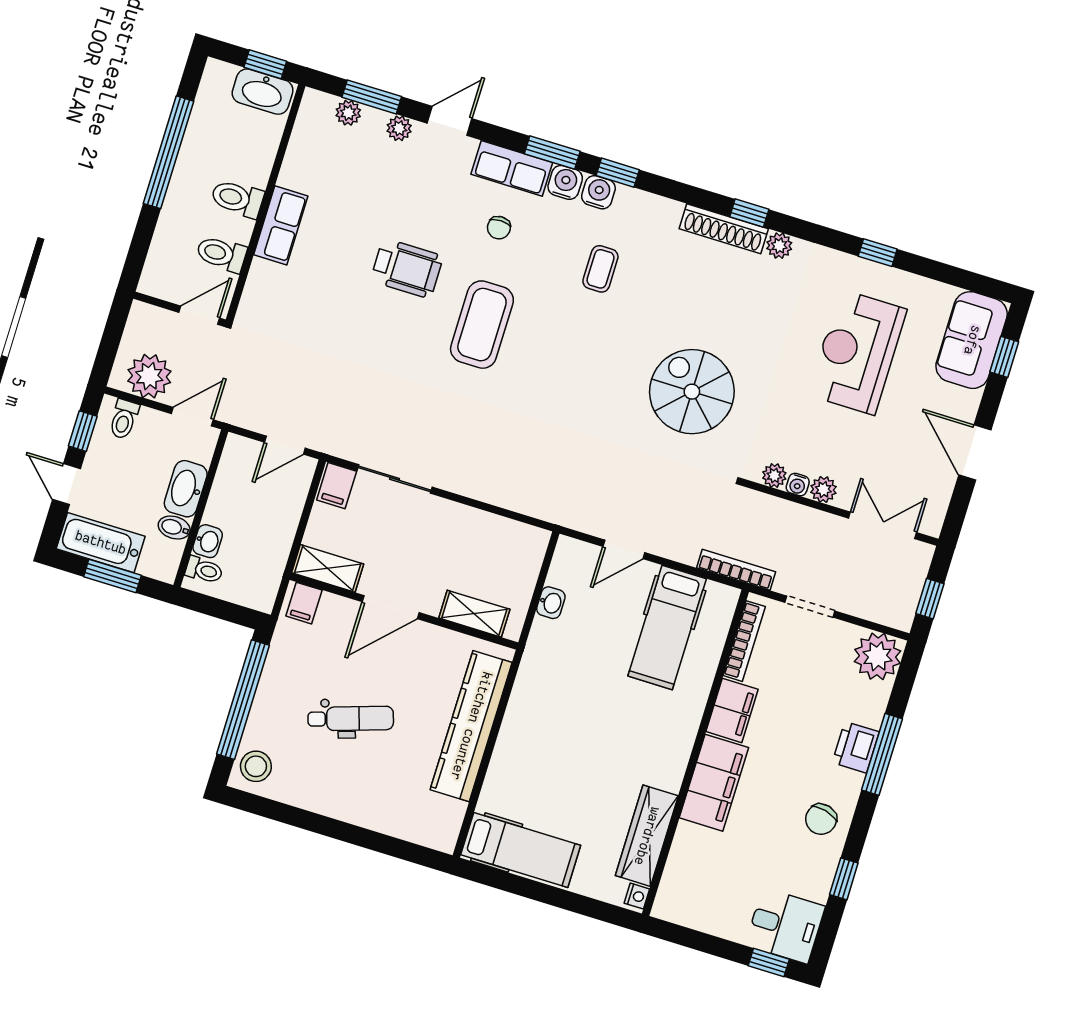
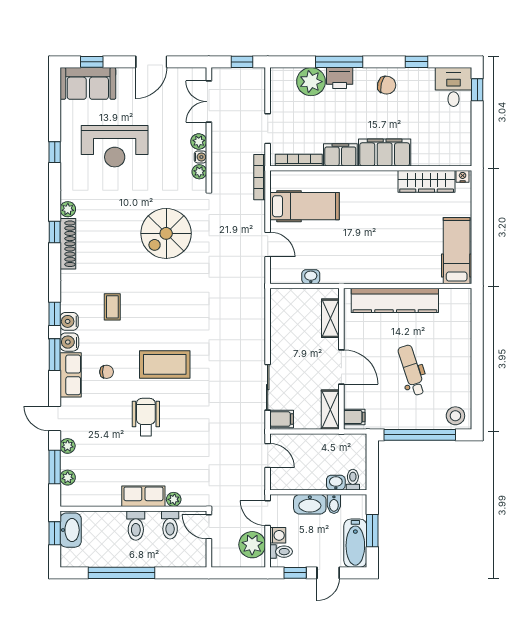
coffee table: (600, 269) -> (112, 307), turned 90
plant: (261, 272) -> (174, 499), added
washing machine: (152, 422) -> (278, 535), added
plant: (877, 656) -> (311, 82), moved

